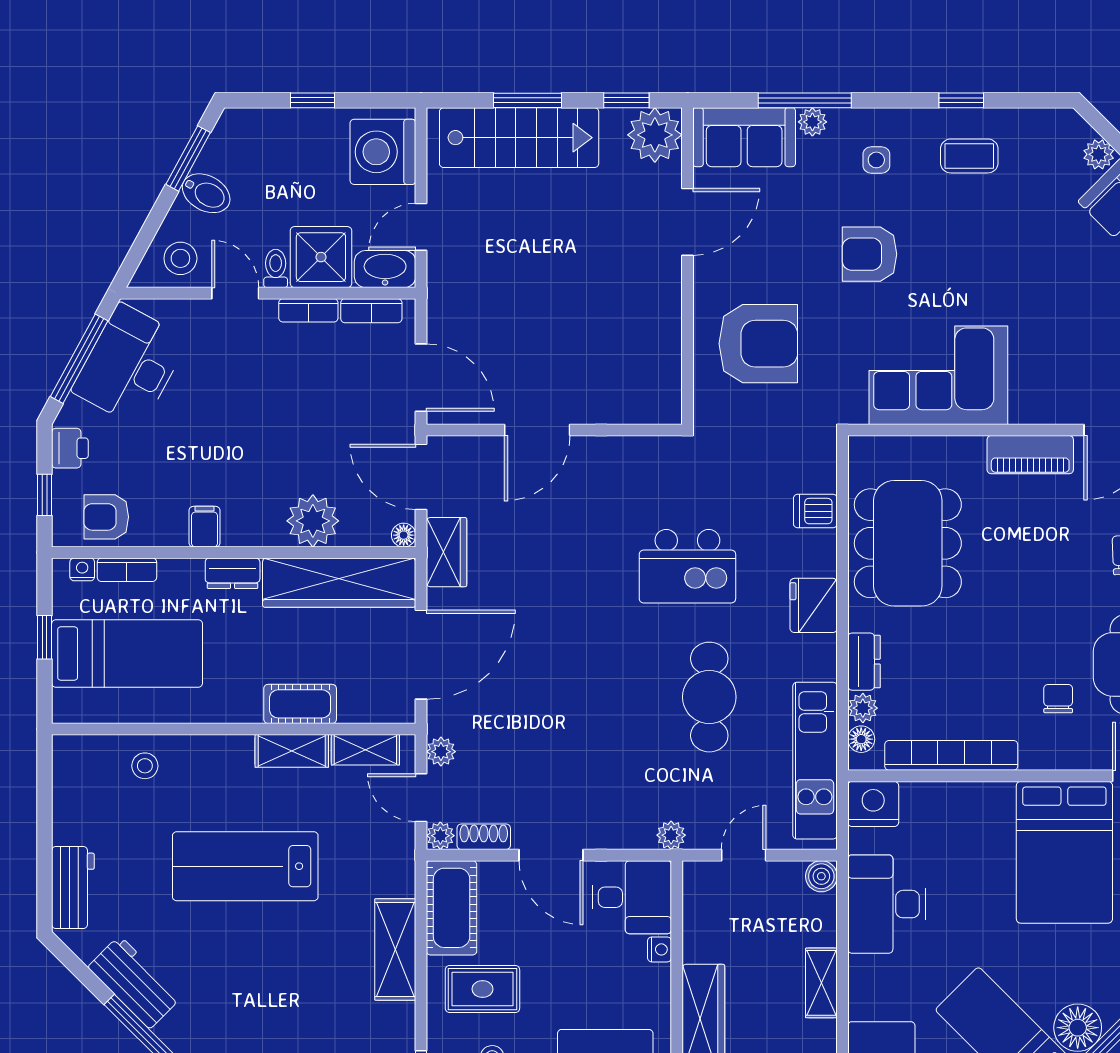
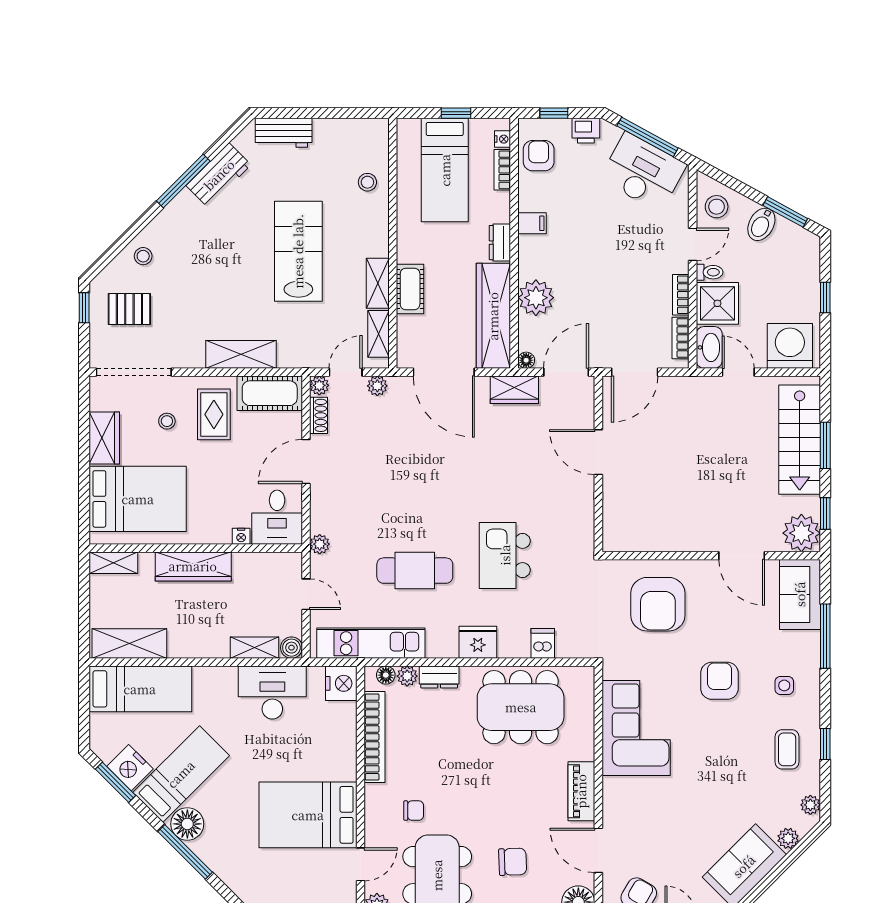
plant: (812, 122) -> (810, 805), moved
shelving: (821, 983) -> (255, 648), moved

